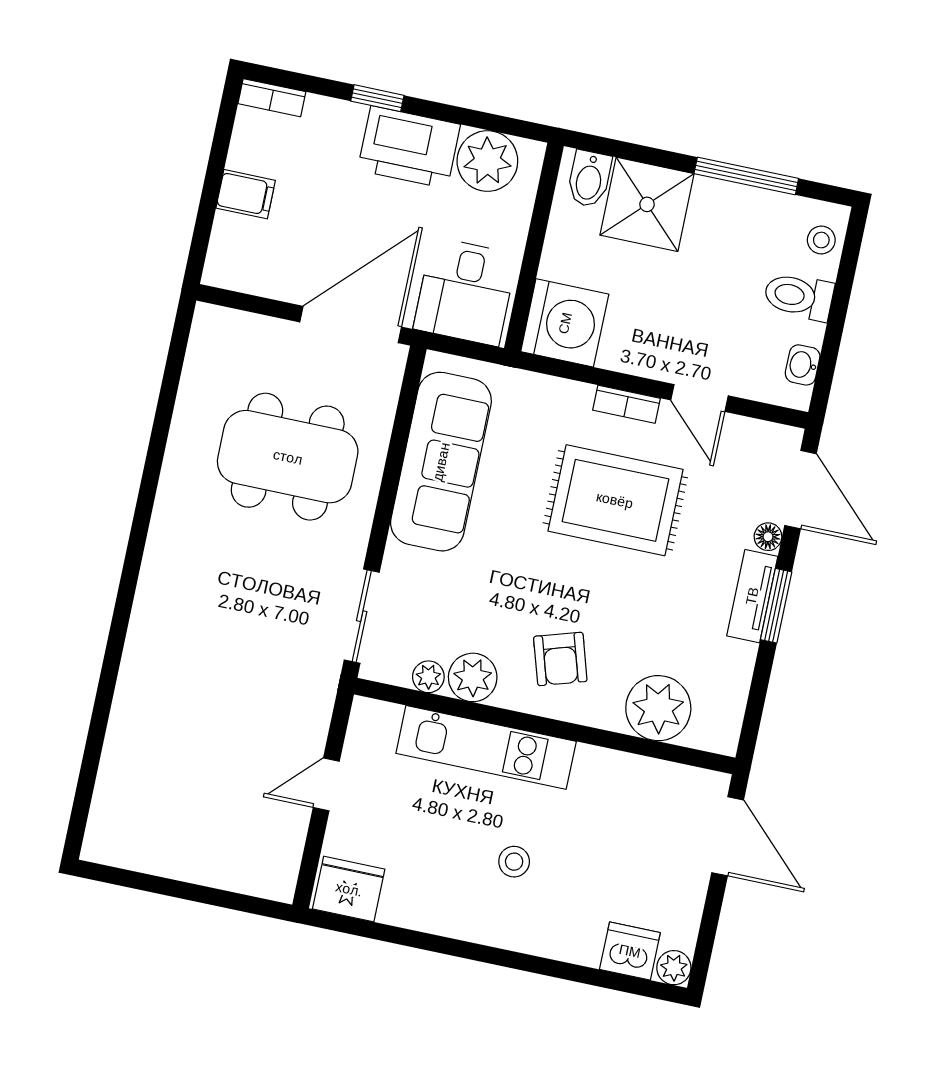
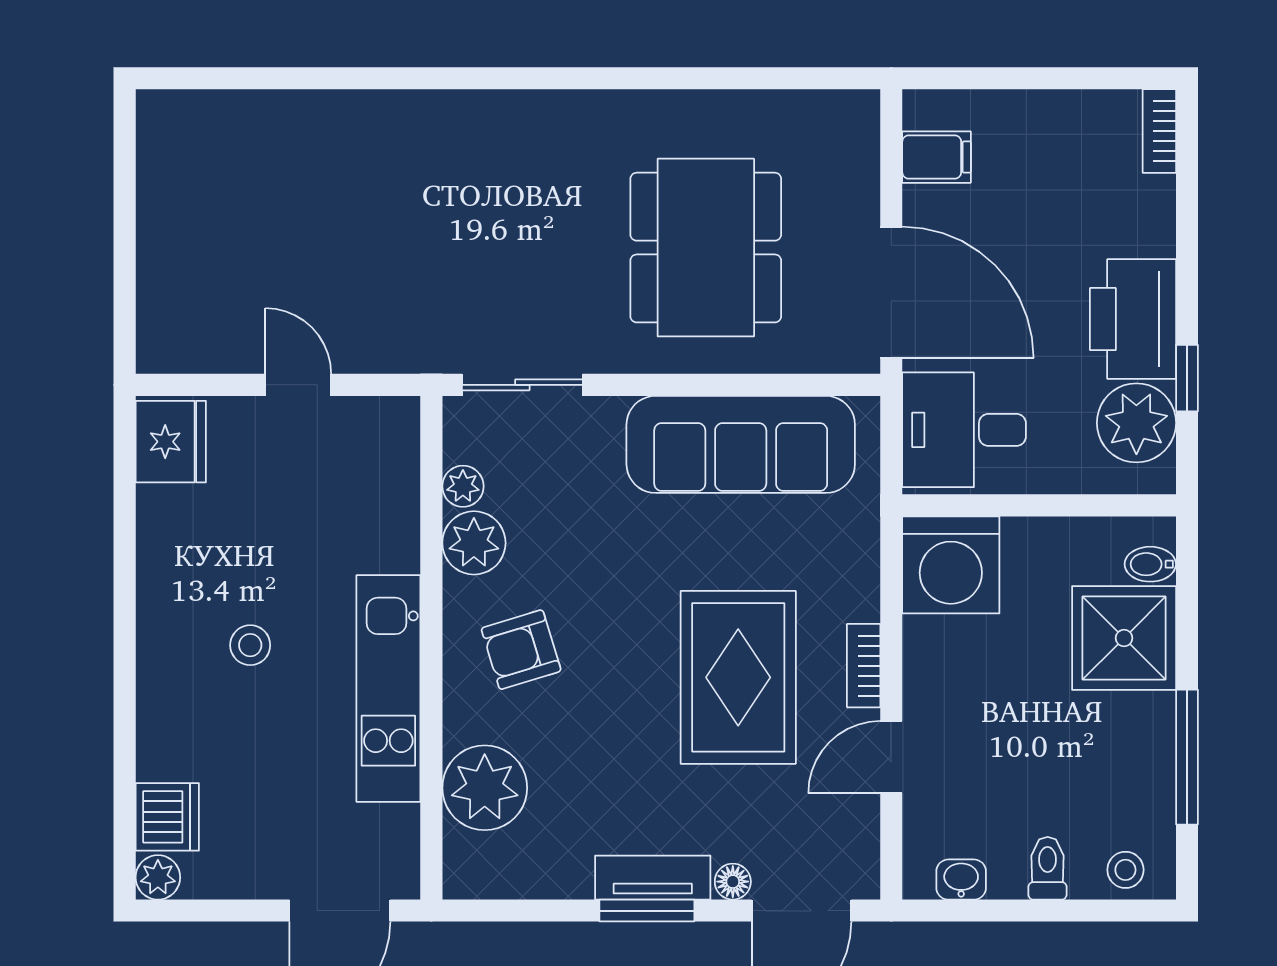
window: (377, 98) -> (1187, 378), moved
bidet: (589, 179) -> (1150, 564), width x0.72, depth x0.74
filing cabinet: (246, 194) -> (937, 157), moved, turned -90
toilet: (799, 296) -> (1048, 868), width x0.73, depth x0.72
kitchen unit: (486, 747) -> (388, 688), moved

